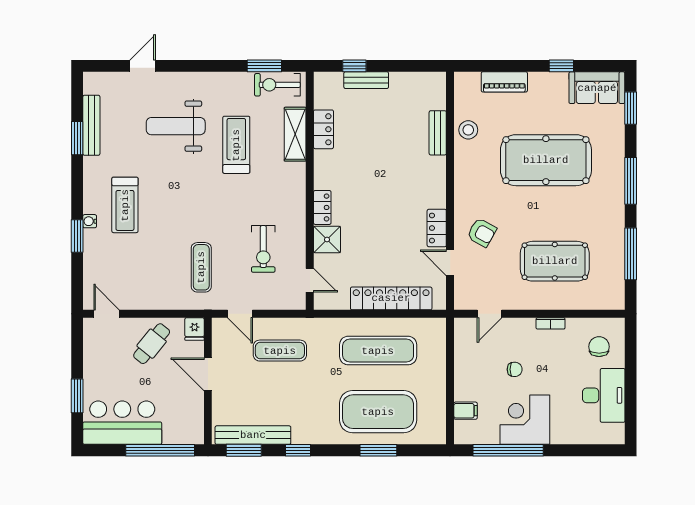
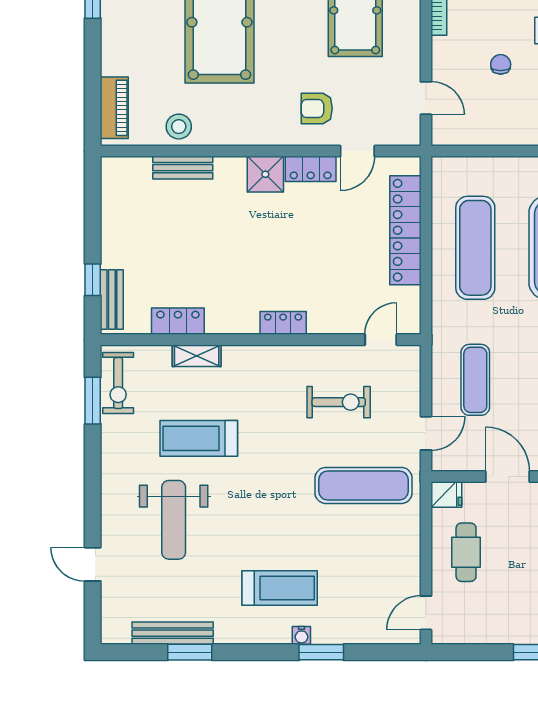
bench: (366, 80) -> (112, 299), moved
piano: (504, 82) -> (114, 108), moved
shelving: (295, 134) -> (197, 356), width x0.67, depth x0.75
armchair: (482, 233) -> (317, 108), turned -119
shower: (327, 240) -> (265, 174), moved
exercise mat: (201, 267) -> (364, 485), width x1.36, depth x1.45
cafe table: (152, 344) -> (466, 552), turned 51
door: (208, 374) -> (507, 477), swing flipped

